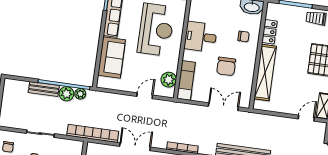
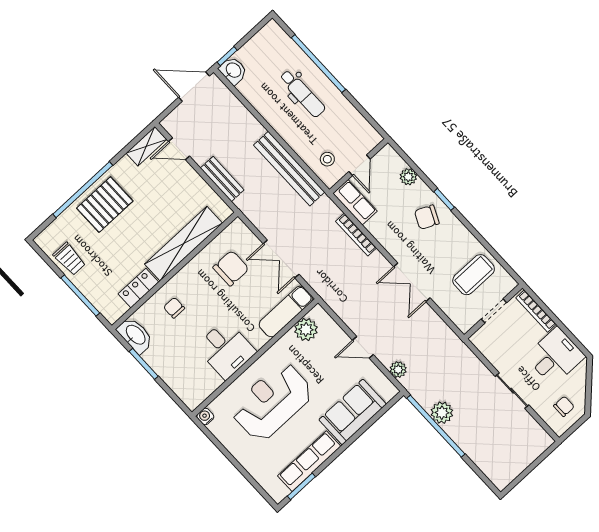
chair: (226, 66) -> (231, 268), moved
bench: (44, 89) -> (222, 179), moved
plant: (80, 94) -> (398, 370), moved
door: (145, 96) -> (363, 347), moved
double door: (223, 107) -> (281, 259), moved
bookcase: (93, 133) -> (449, 340), removed

